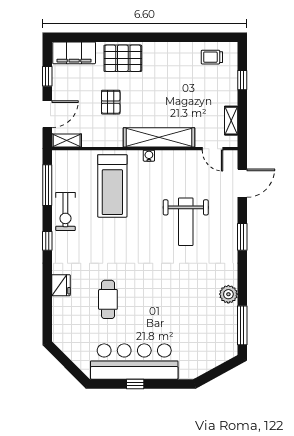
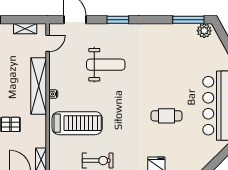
plant: (228, 294) -> (204, 31), moved
cafe table: (108, 299) -> (167, 116), moved

